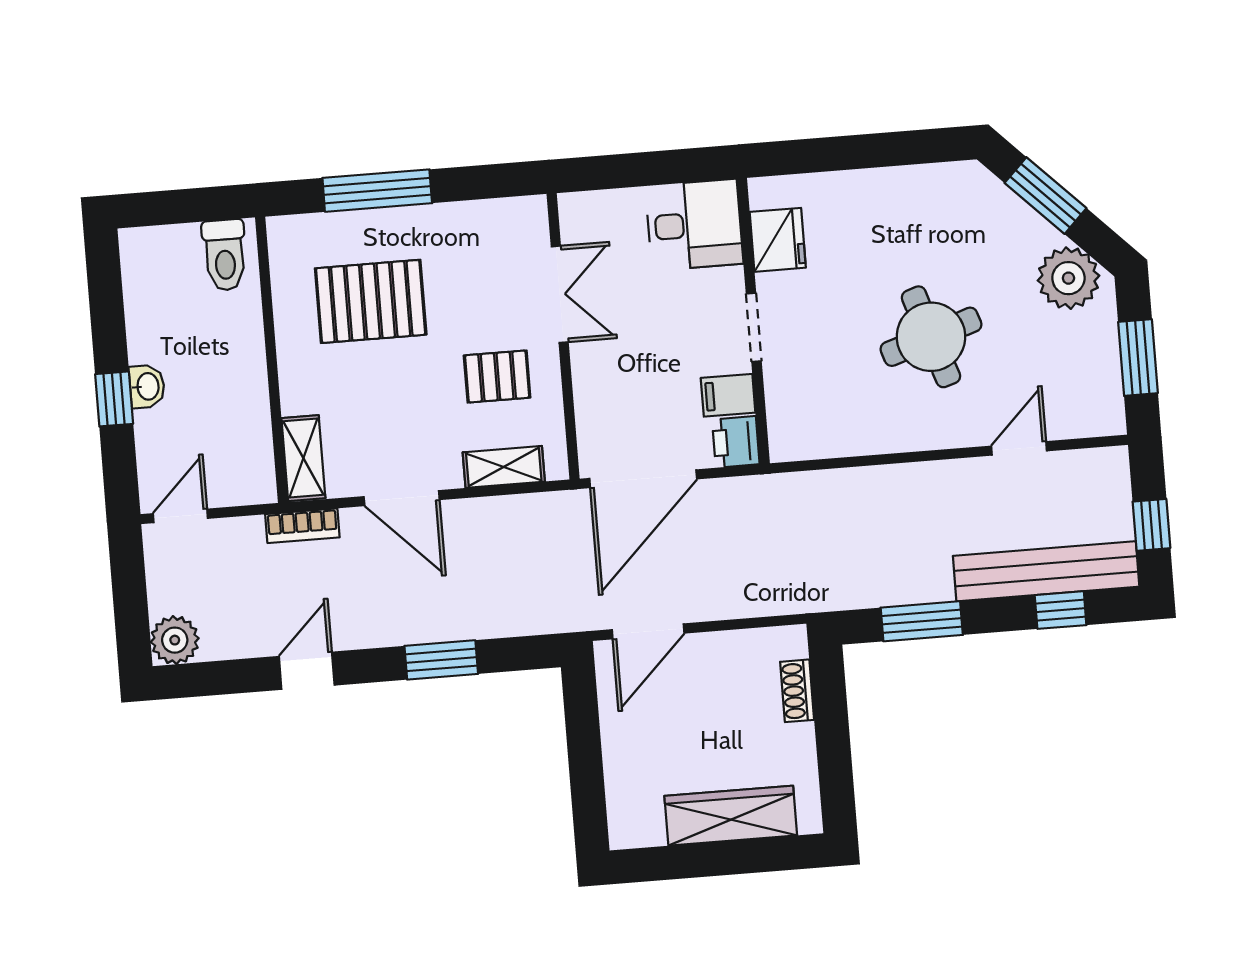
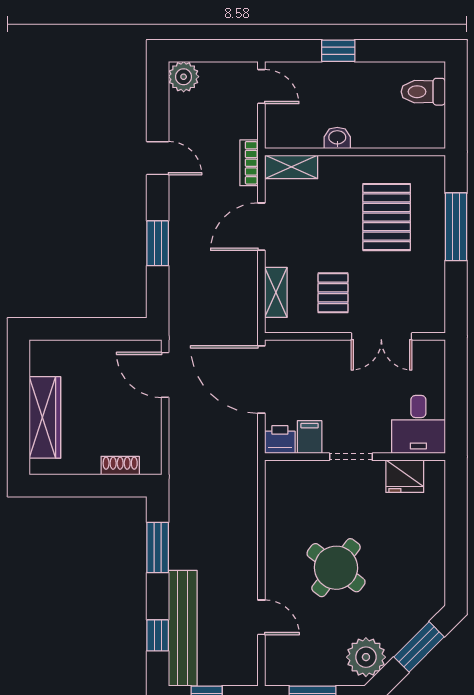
toilet: (225, 255) -> (423, 92), moved
round table: (931, 337) -> (336, 568), turned -35
washbasin: (147, 386) -> (337, 138), moved, turned 180

